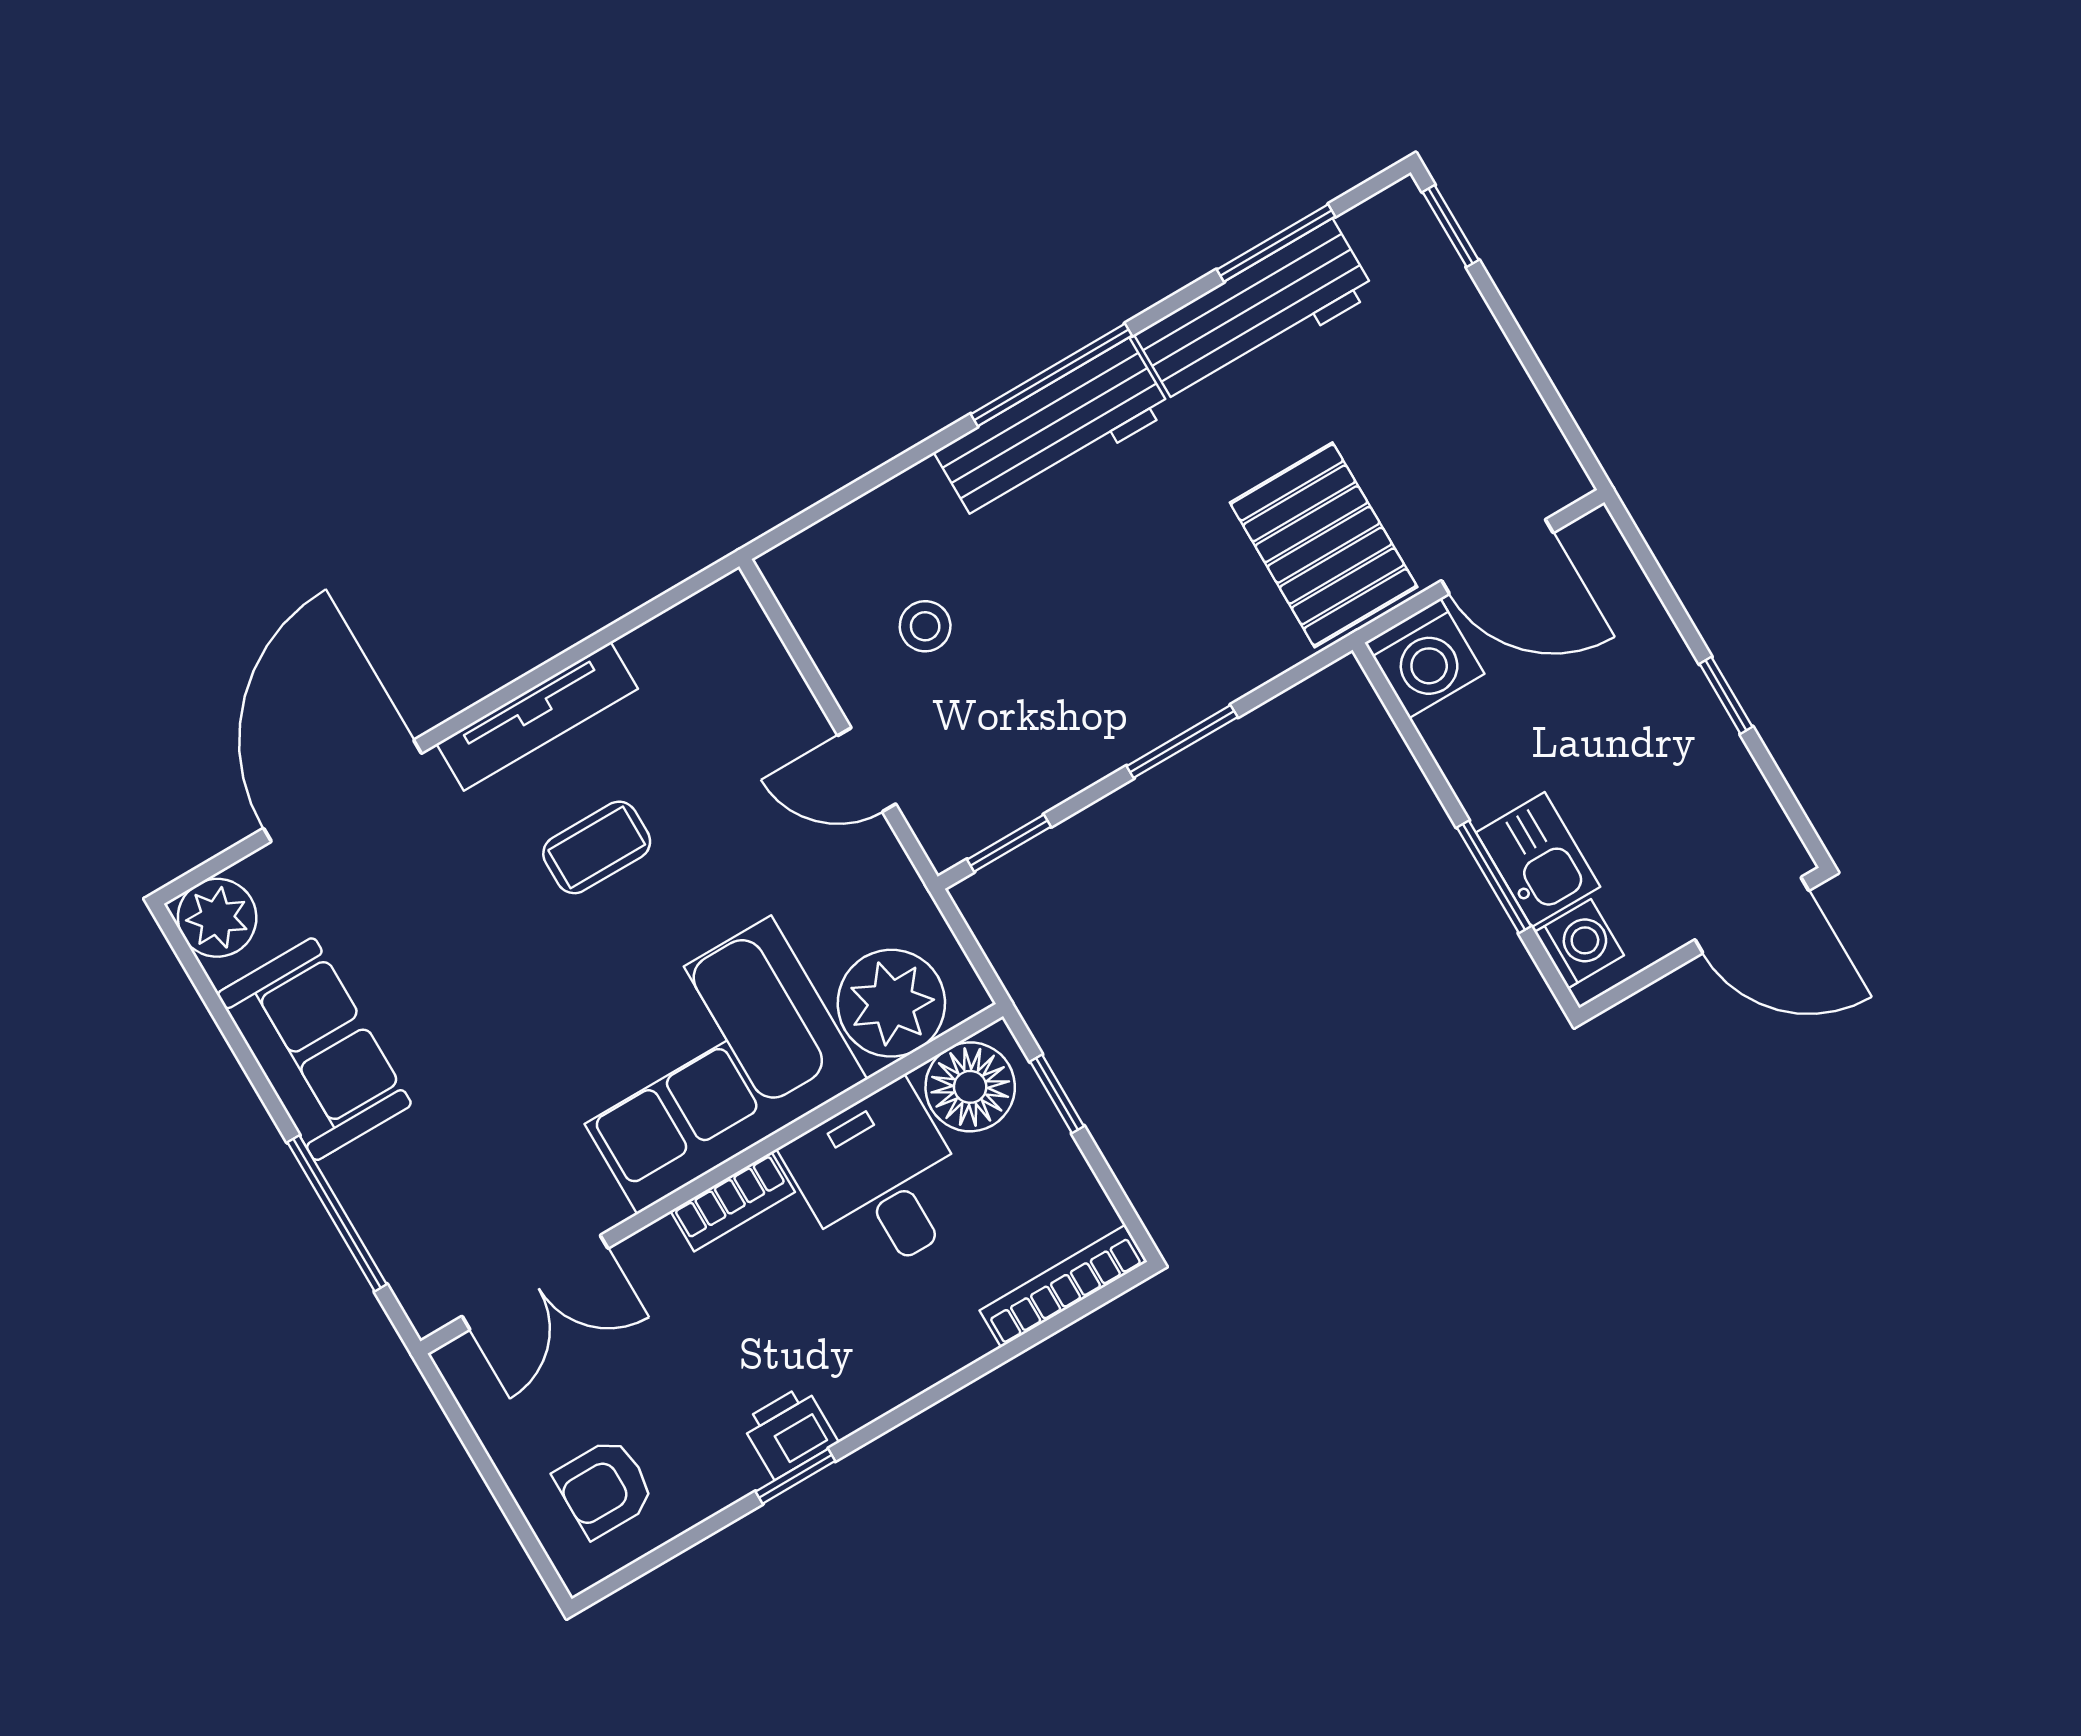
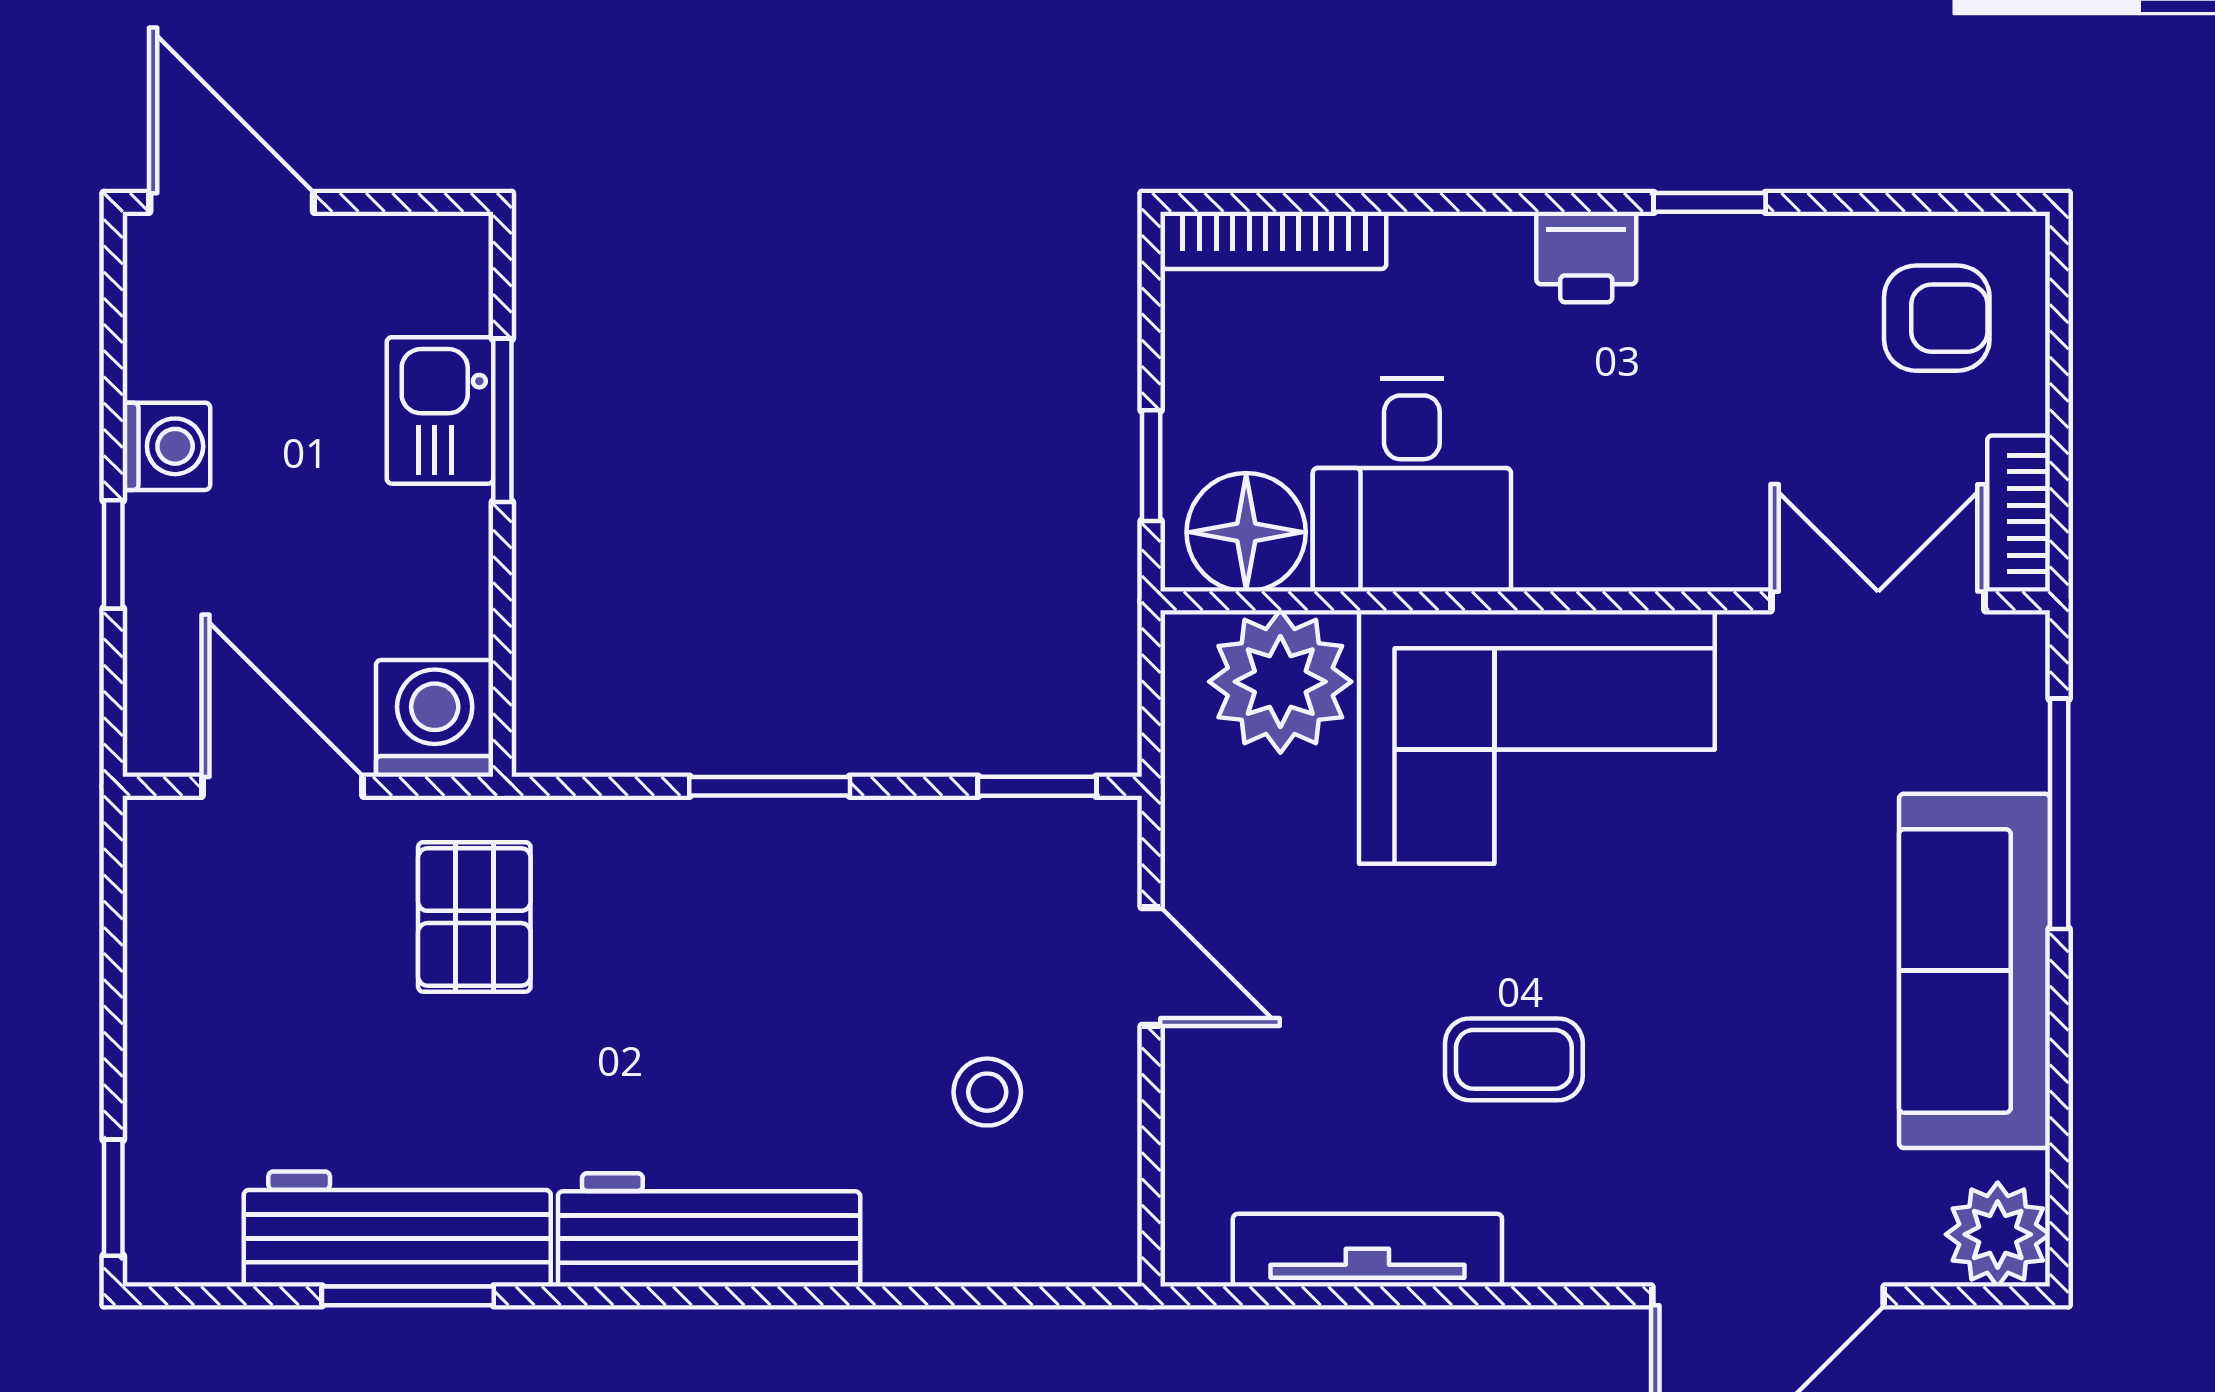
window: (1276, 243) -> (408, 1296), moved
window: (1051, 375) -> (673, 1296), removed
pallet: (1324, 545) -> (474, 917), width x0.67, depth x0.71
window: (1726, 695) -> (113, 554), moved
tv unit: (537, 716) -> (1367, 1250), moved
washing machine: (1579, 944) -> (166, 446), moved, turned 180
sofa: (314, 1049) -> (1975, 971), width x1.36
bookcase: (733, 1202) -> (2019, 514), moved, turned -90
printer: (790, 1432) -> (1586, 257), moved

